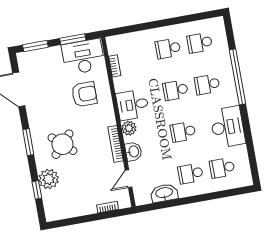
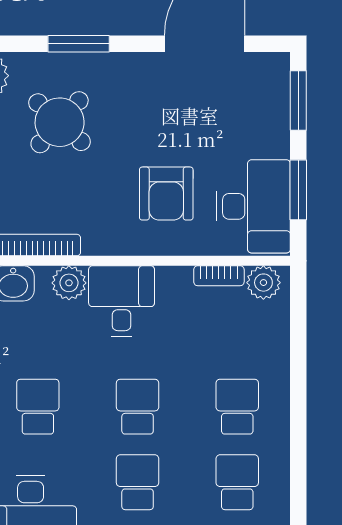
plant: (114, 47) -> (263, 283), added

